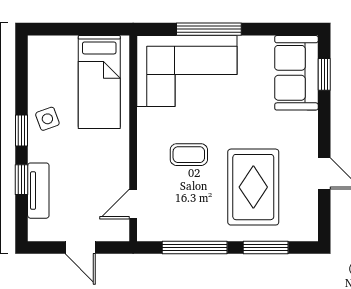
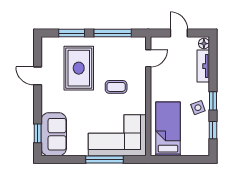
window: (22, 180) -> (213, 130), moved
floor lamp: (37, 230) -> (204, 44), added

